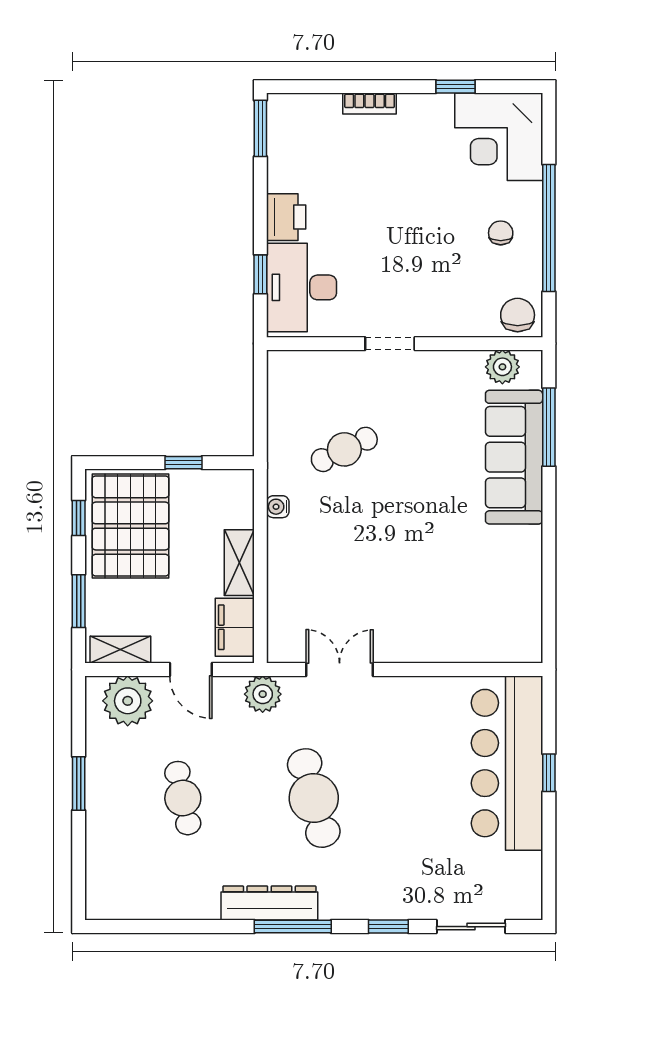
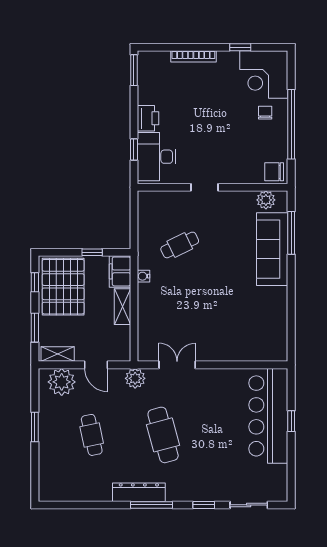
bookcase: (370, 103) -> (193, 56), width x1.56
chair: (501, 233) -> (265, 113), moved
chair: (518, 315) -> (274, 172), turned -90
filing cabinet: (235, 627) -> (120, 271), moved

